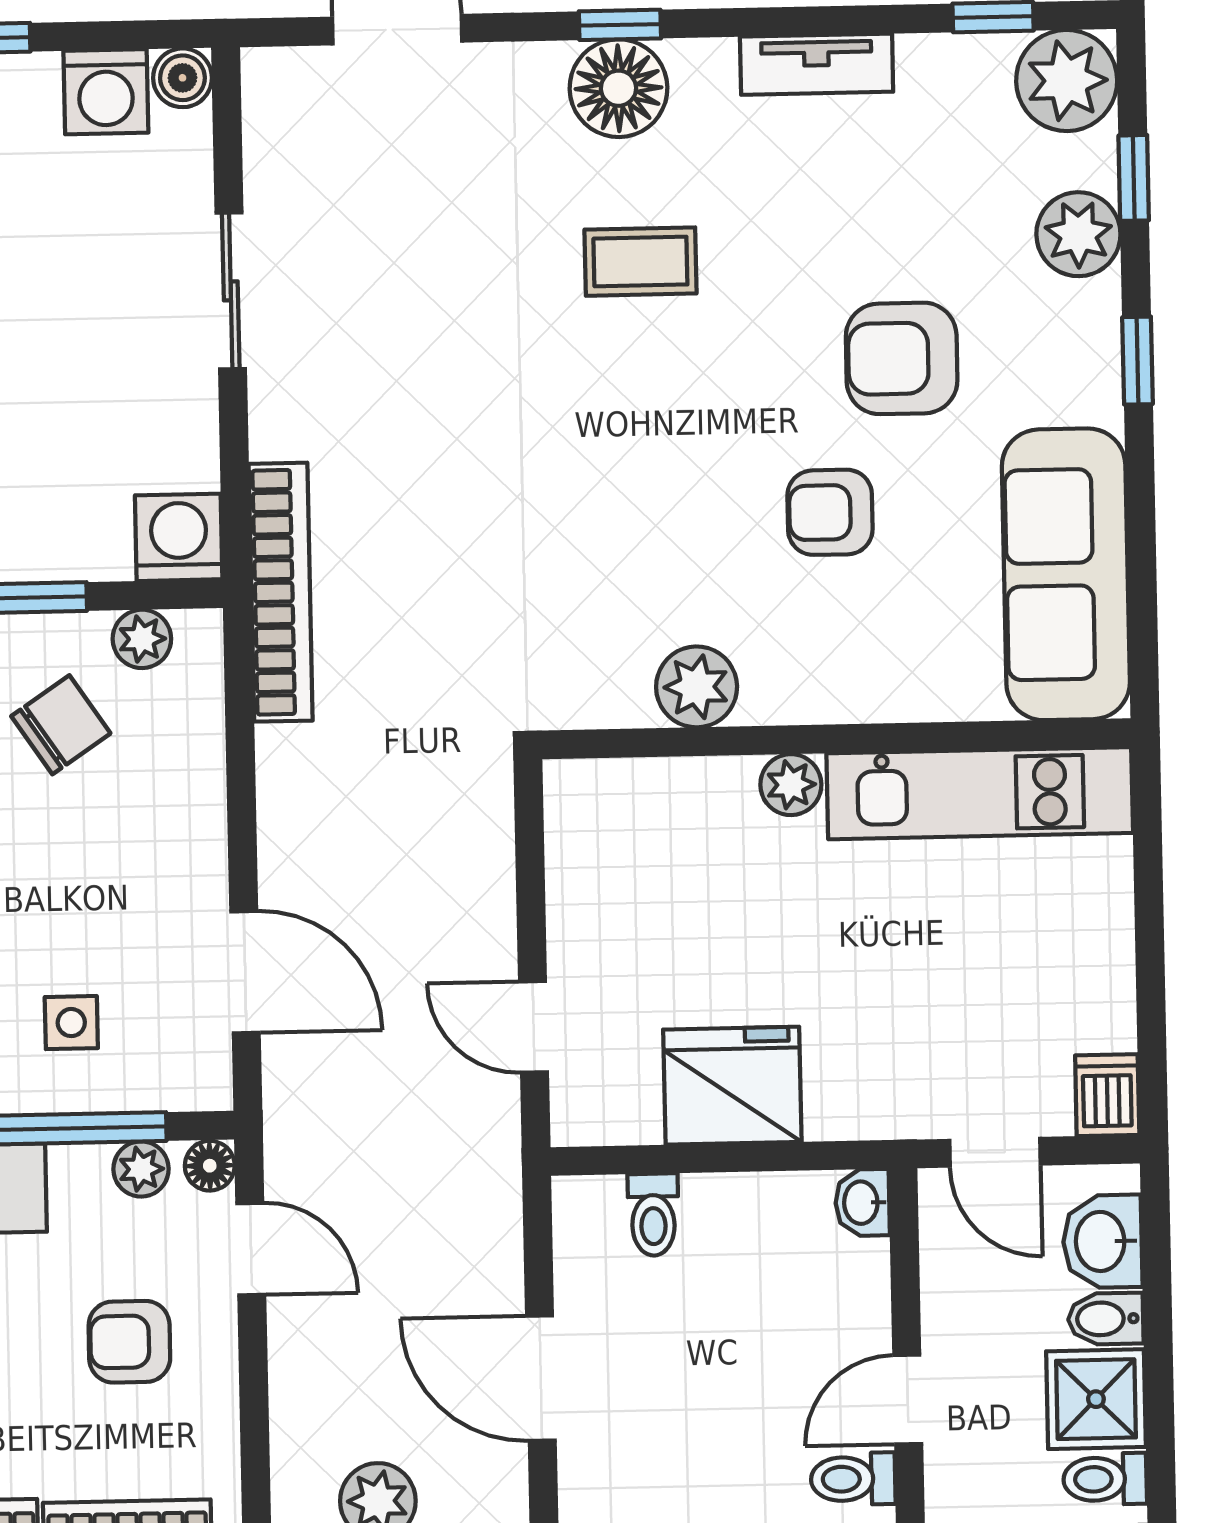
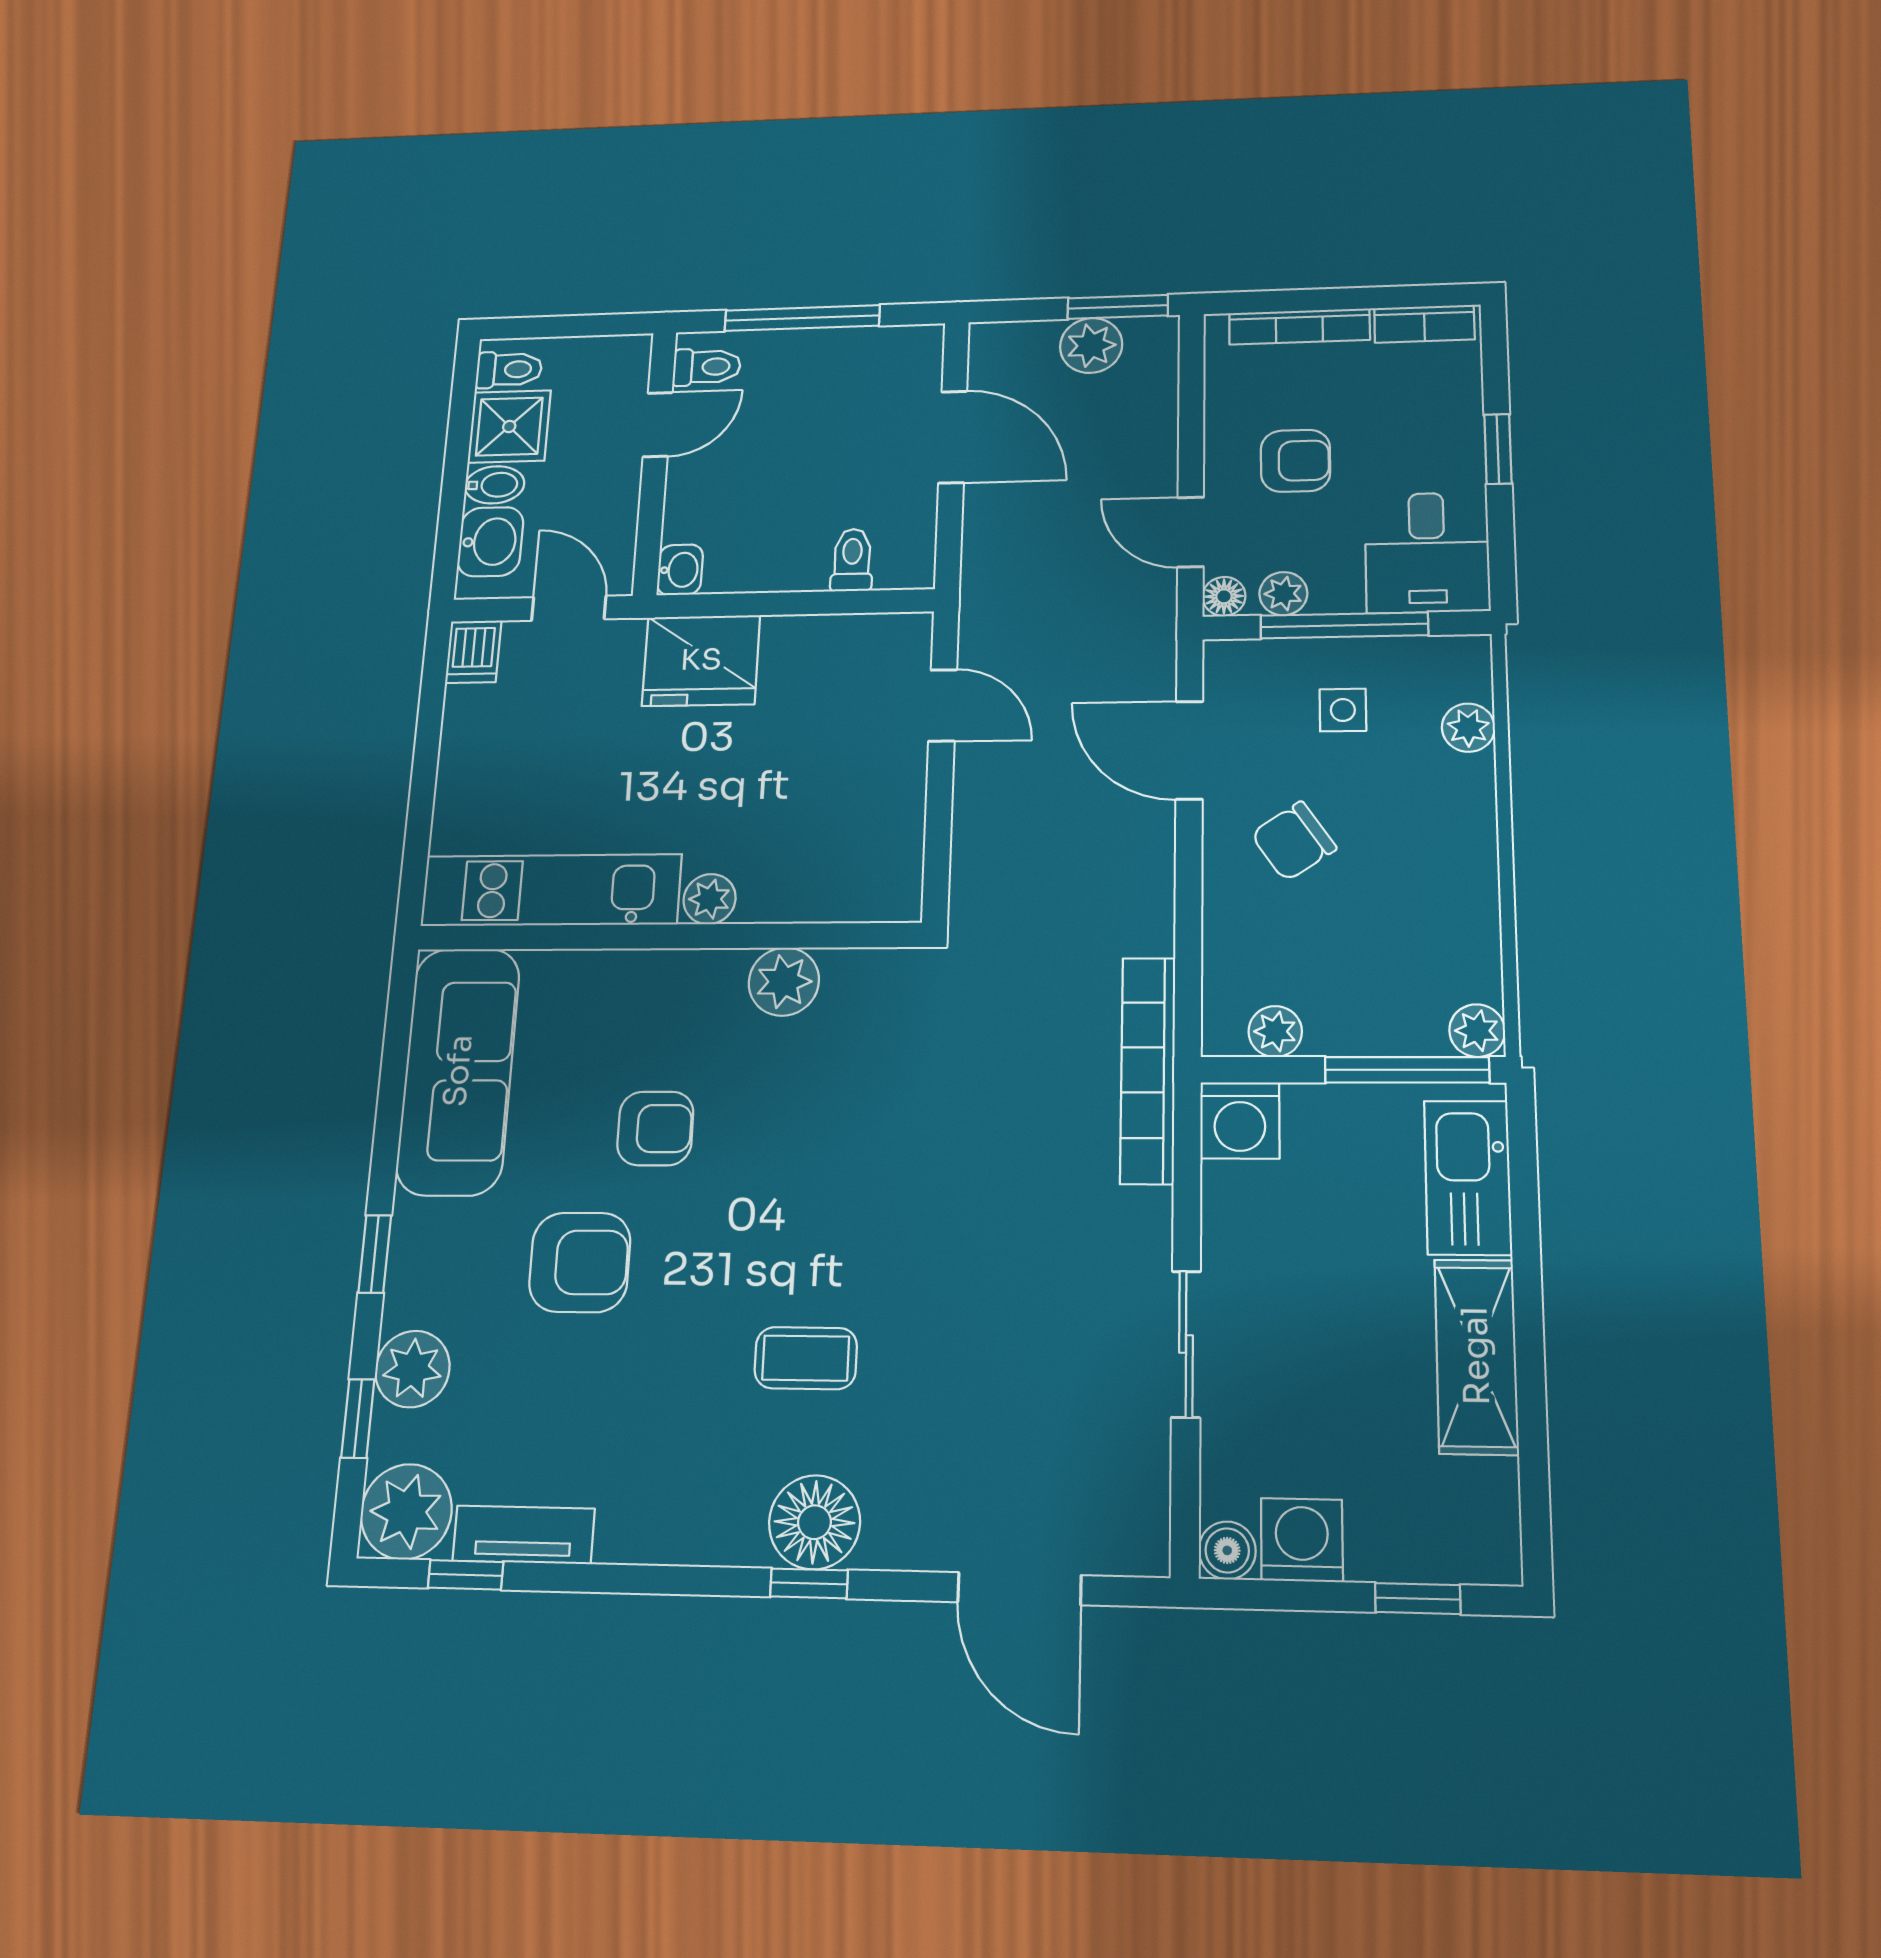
tv unit: (817, 64) -> (524, 1535), moved
chair: (61, 725) -> (1294, 841), moved
fridge: (732, 1086) -> (701, 660), moved

